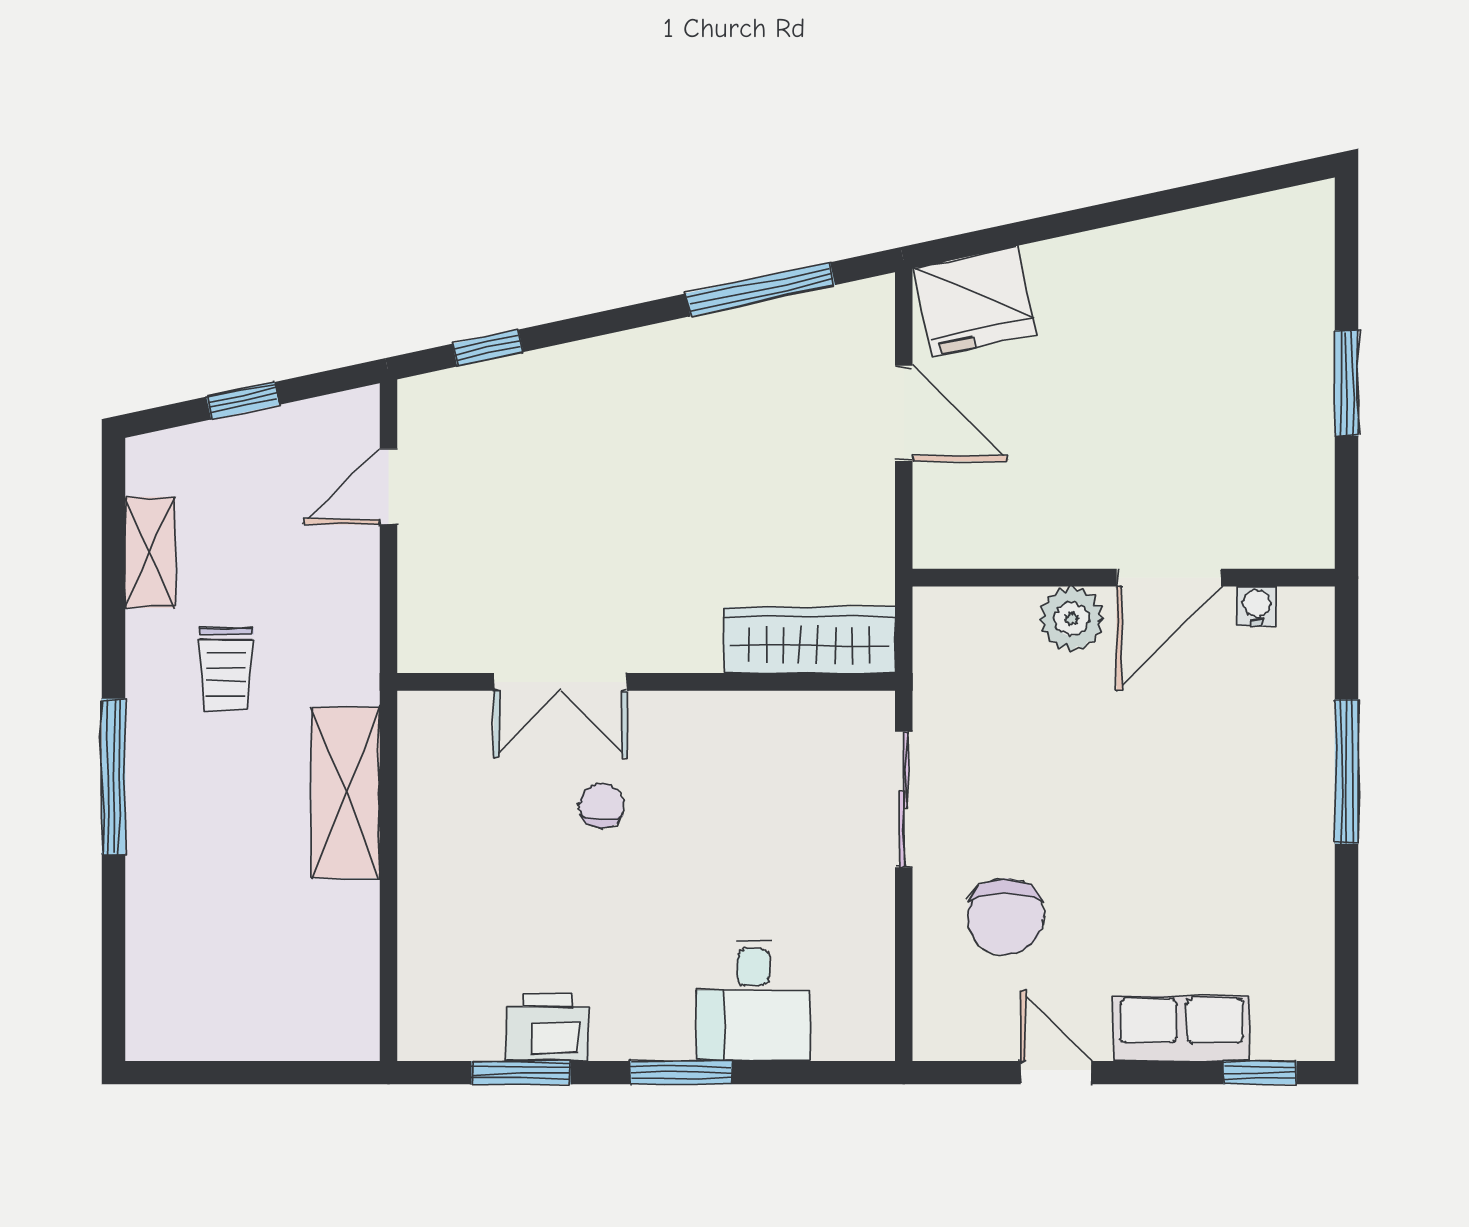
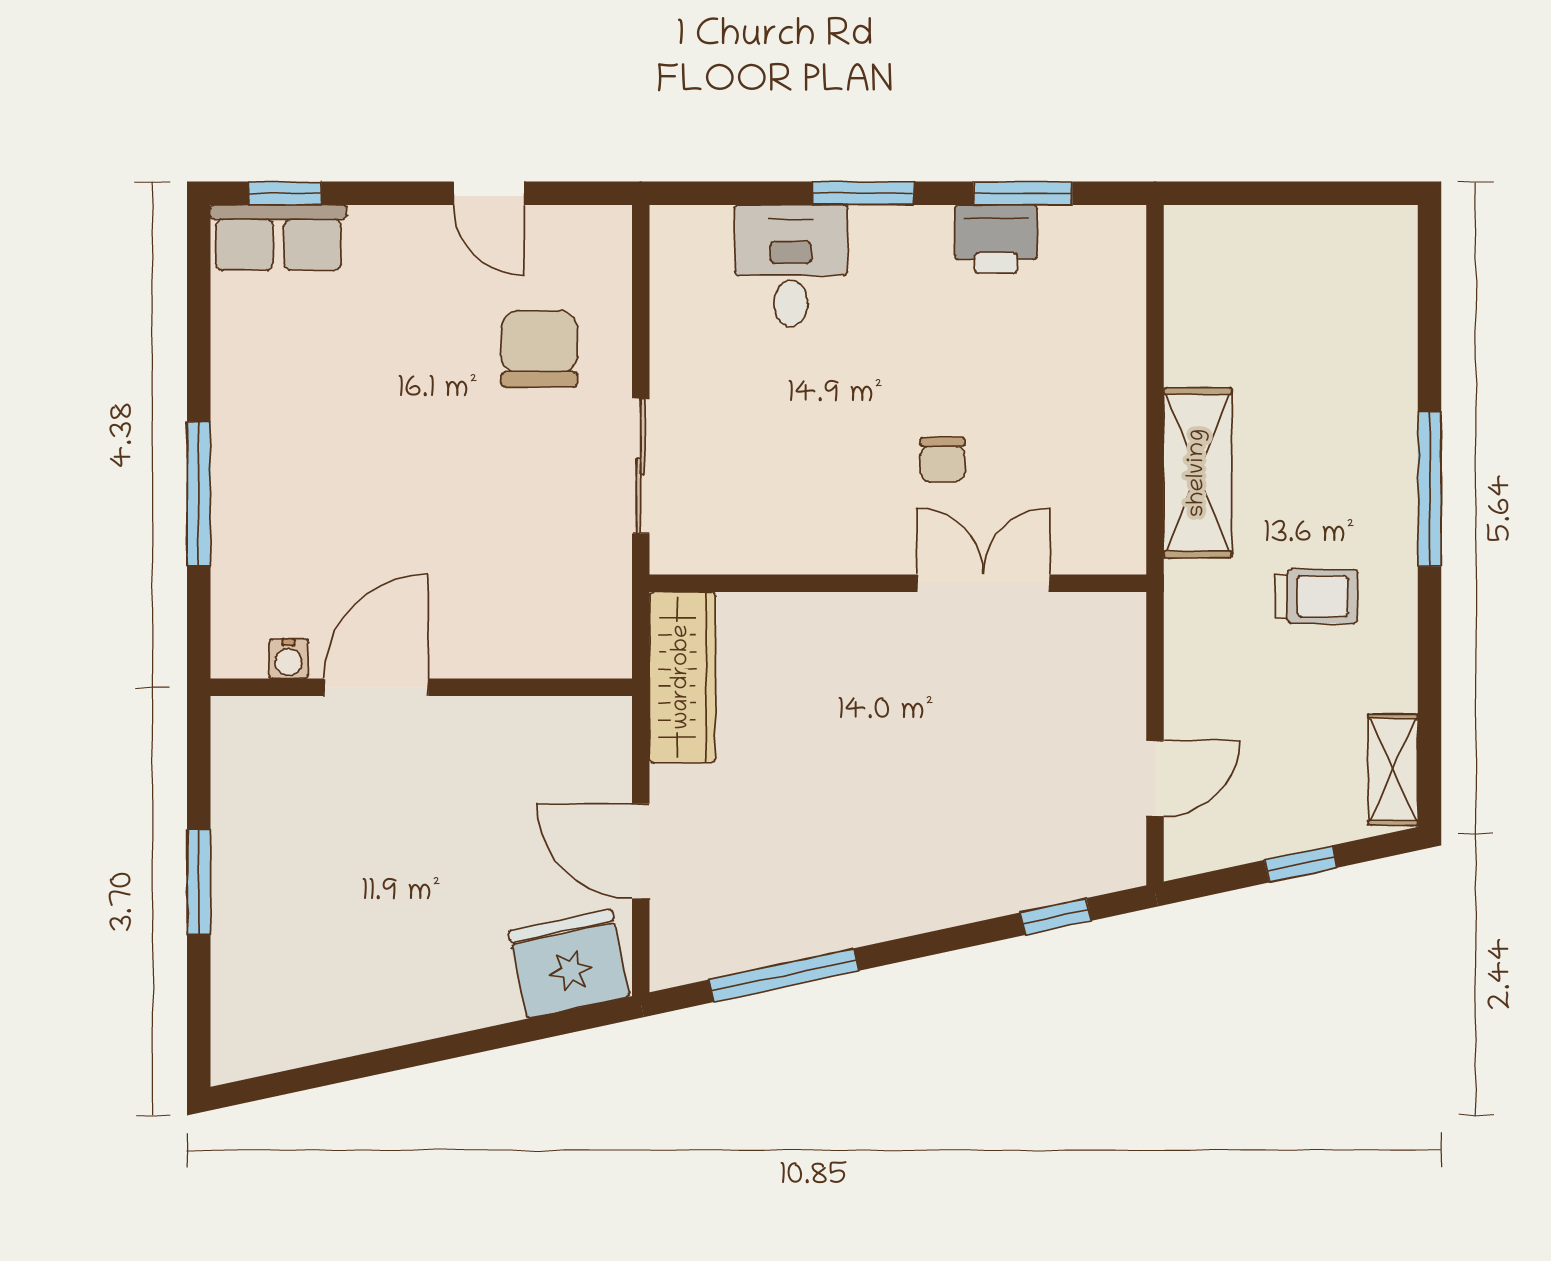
shelving: (150, 552) -> (1393, 770), moved
plant: (1072, 619) -> (473, 646), removed
wardrobe: (810, 640) -> (682, 677), moved, turned -90
trolley: (226, 669) -> (1317, 596), turned 90
row of seats: (1181, 1028) -> (278, 237), moved

